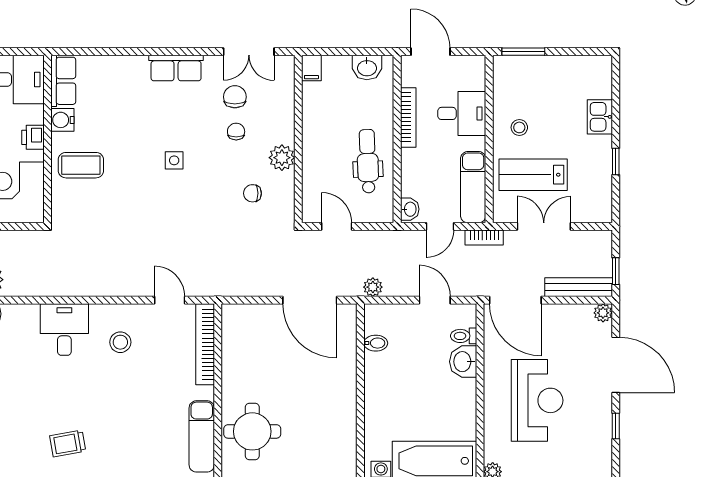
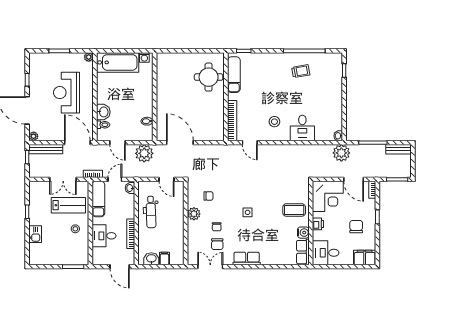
filing cabinet: (311, 68) -> (164, 258), moved
plant: (373, 287) -> (144, 153), width x1.88, depth x1.88

